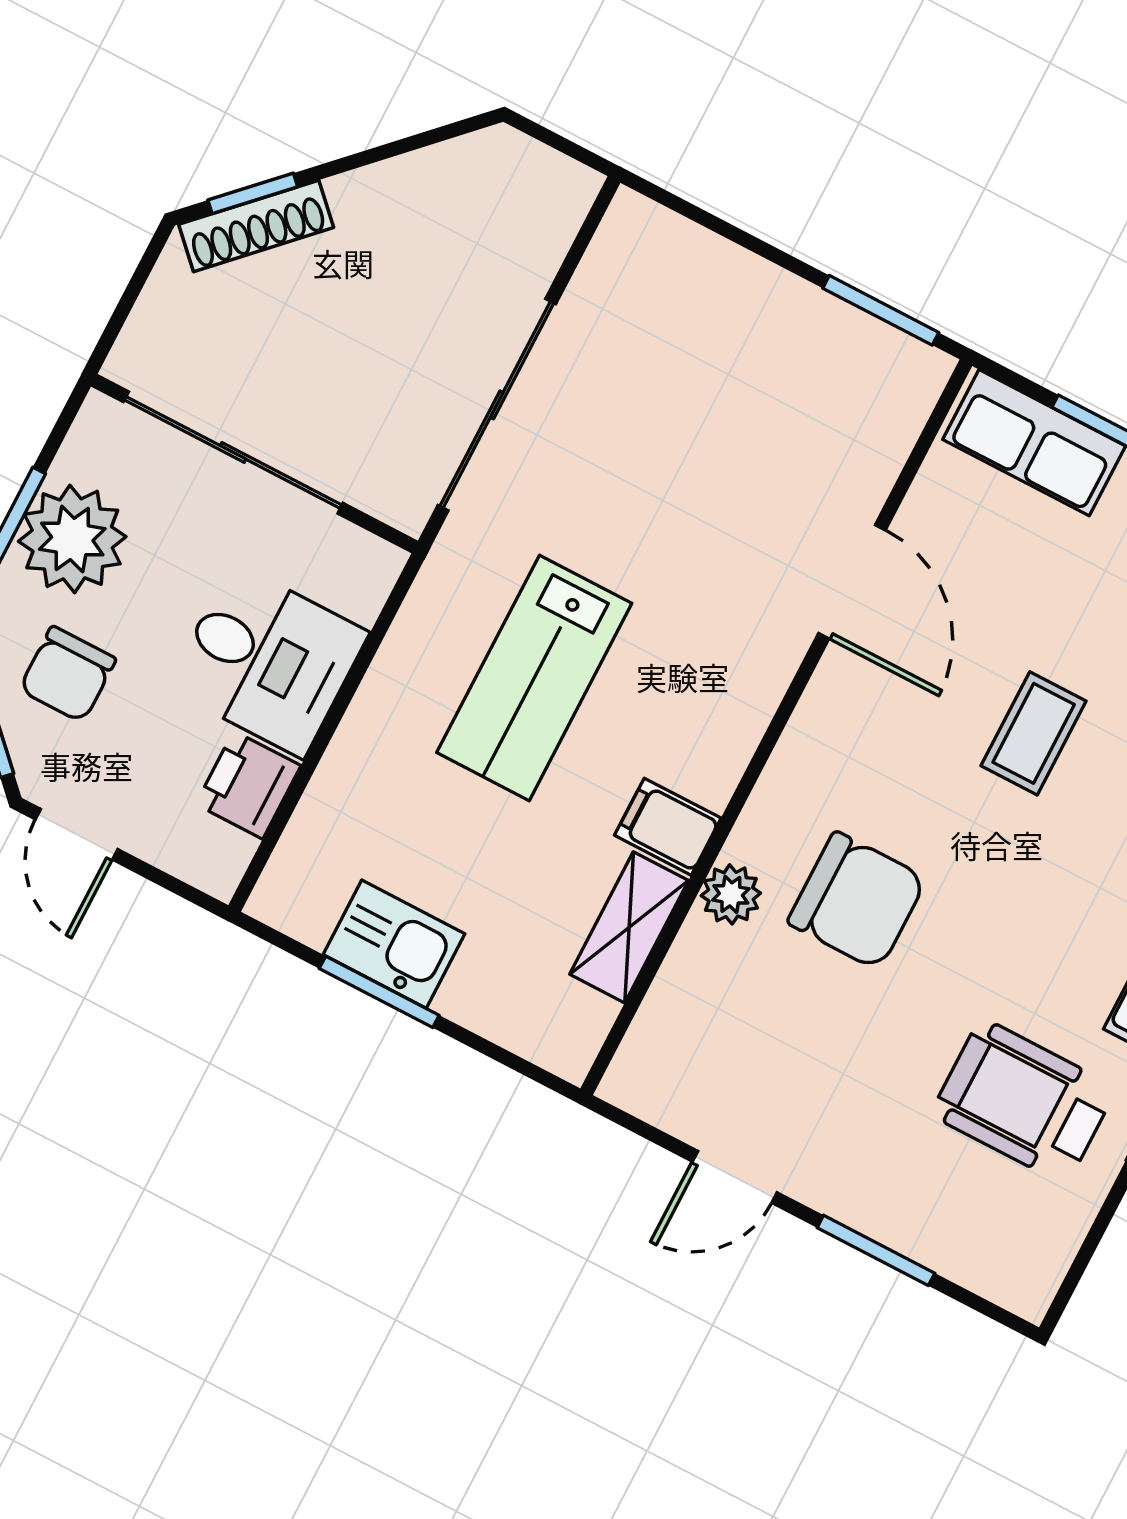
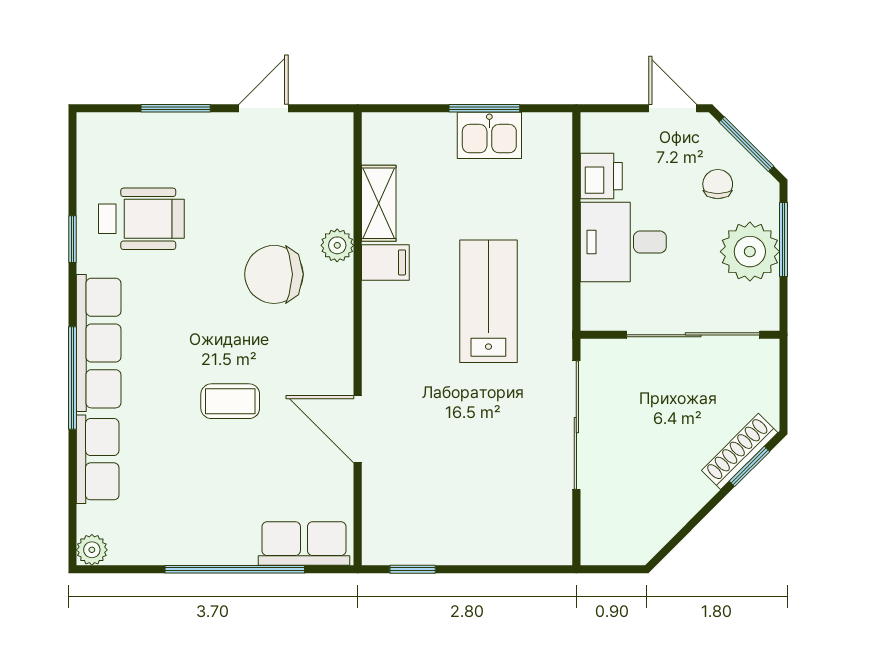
window: (881, 310) -> (413, 569), width x0.67
chair: (68, 674) -> (718, 184), width x0.73, depth x0.73
coffee table: (1034, 733) -> (230, 401), turned 90

